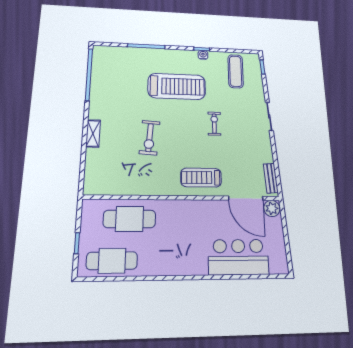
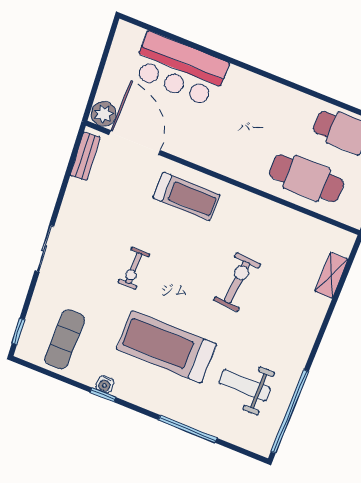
weight bench: (122, 80) -> (245, 385), added
shelving: (93, 133) -> (331, 275), moved

